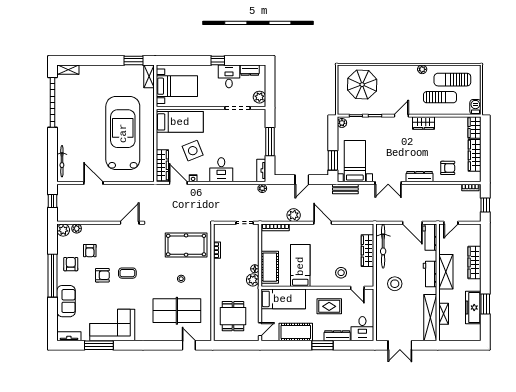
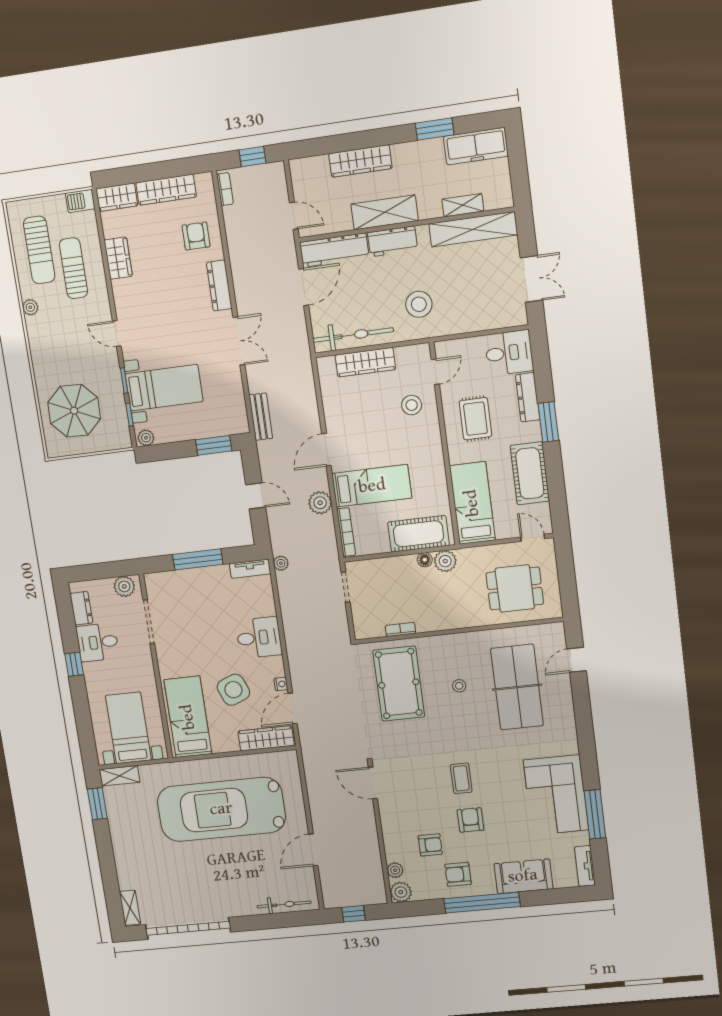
wardrobe: (424, 123) -> (118, 258), moved
bed with nightstands: (355, 161) -> (164, 388), moved, turned 180
workbench: (430, 237) -> (334, 250), width x1.38
bed: (300, 266) -> (372, 486), moved, turned 180
freezer: (473, 308) -> (476, 146), moved

